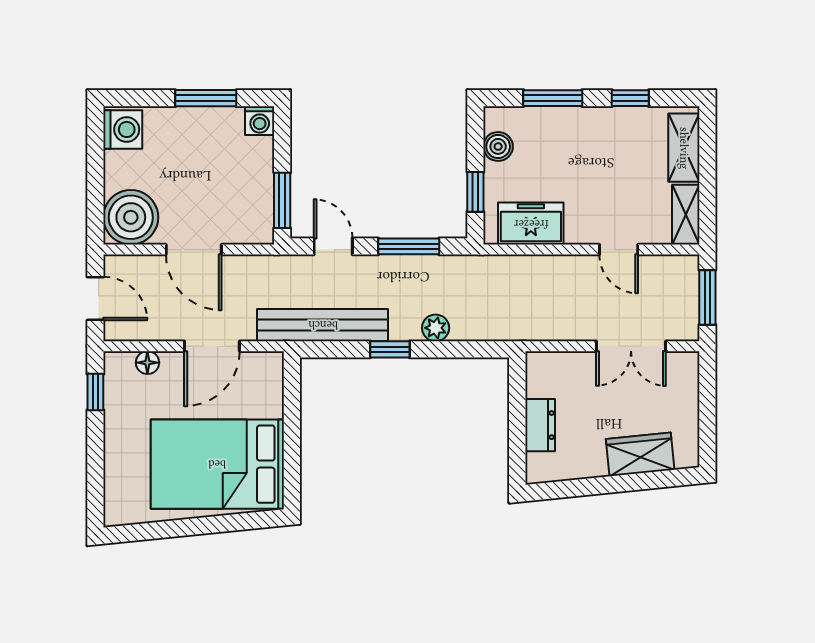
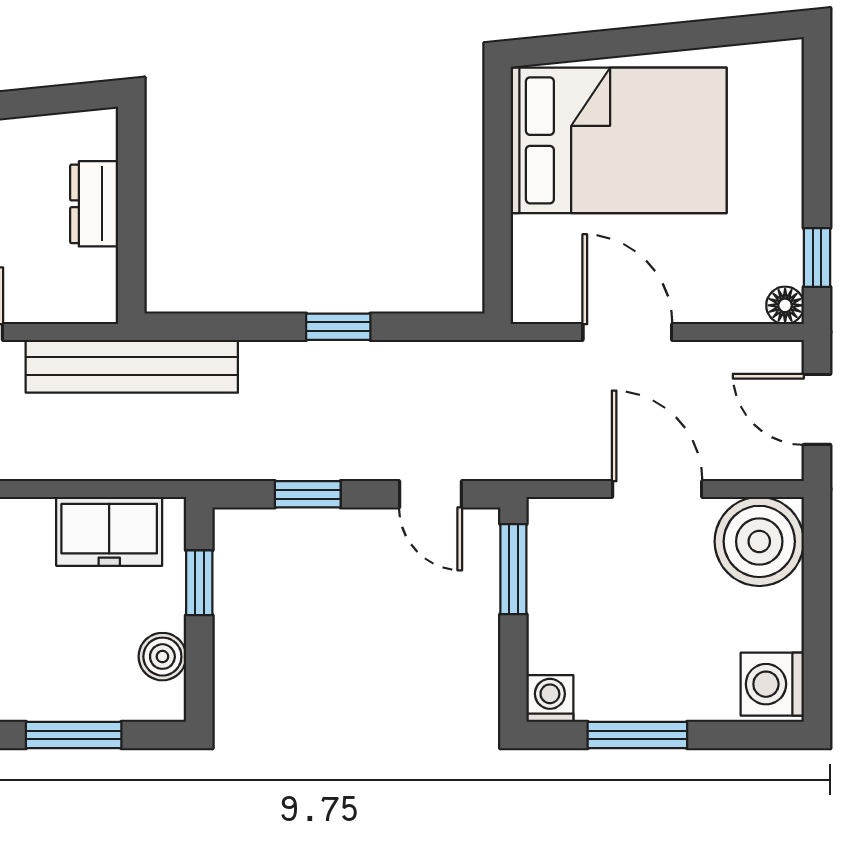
window: (409, 246) -> (308, 494), width x0.67
bench: (323, 325) -> (132, 366), moved
plant: (436, 328) -> (264, 362), removed
door: (212, 346) -> (627, 332), hinge flipped
floor lamp: (147, 363) -> (785, 305), moved

